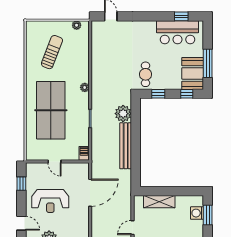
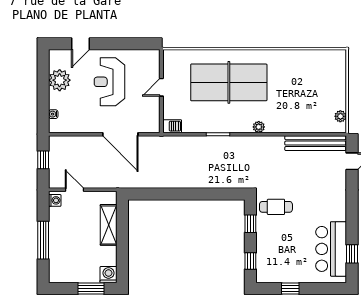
sun lounger: (52, 52) -> (305, 84), removed
window: (208, 63) -> (290, 289), width x0.46
booth: (193, 73) -> (277, 269), removed
plant: (123, 114) -> (224, 177), removed
bench: (126, 146) -> (315, 143), moved
window: (21, 184) -> (132, 44), removed
washing machine: (197, 213) -> (109, 275), moved

